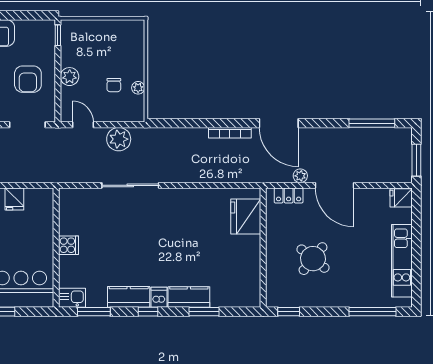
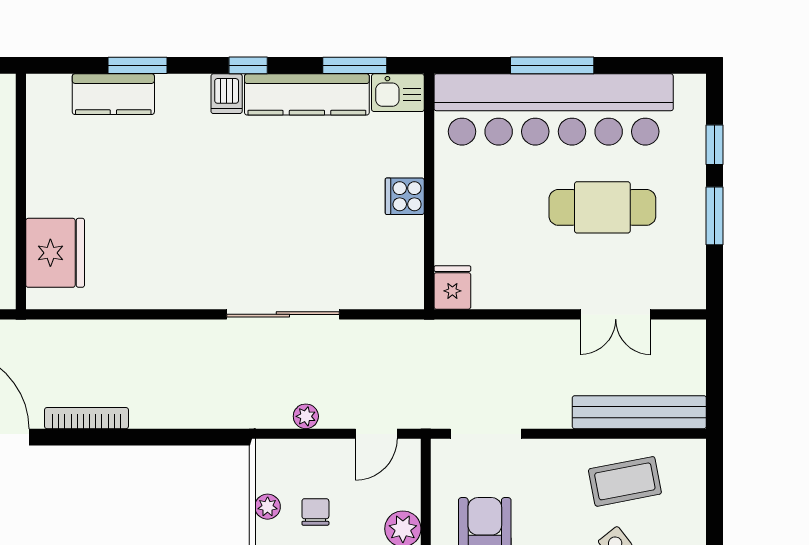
door: (83, 125) -> (376, 434), hinge flipped
plant: (119, 139) -> (306, 416), width x0.53, depth x0.53
fridge: (14, 199) -> (452, 287), moved
kitchen counter: (129, 297) -> (307, 94), width x1.50
kitchen counter: (189, 297) -> (113, 94), moved

